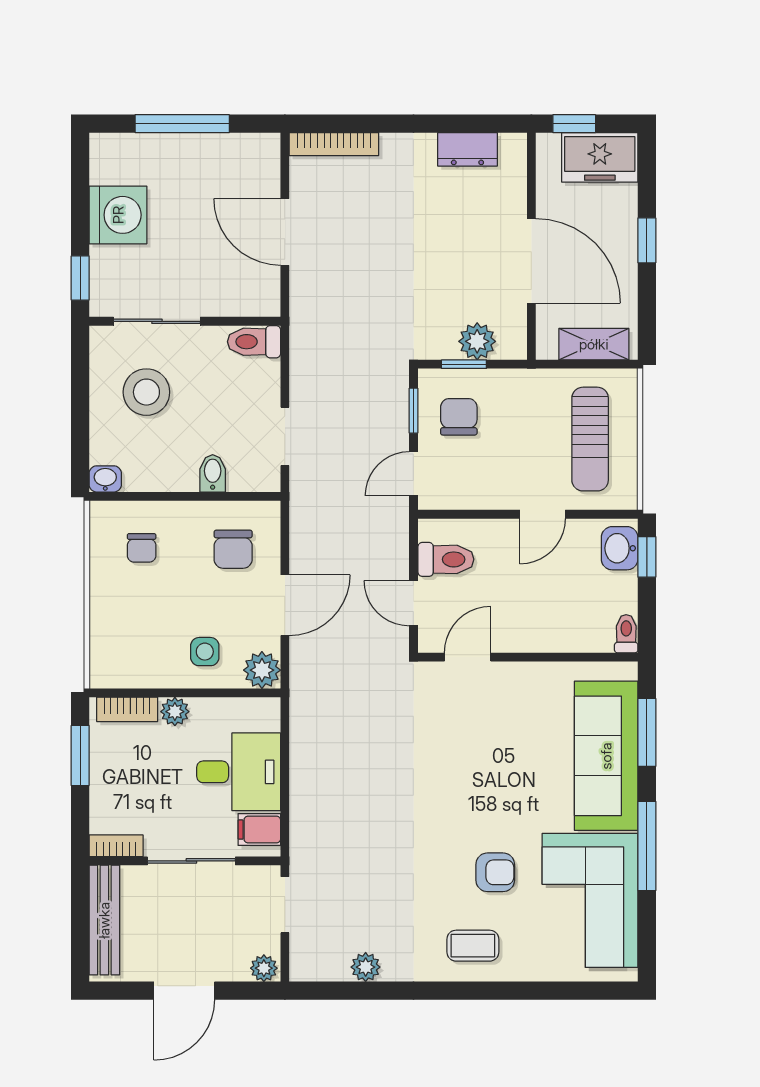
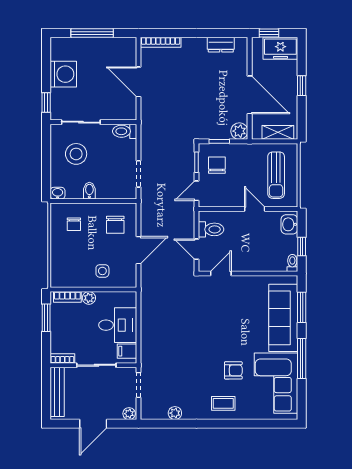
plant: (477, 341) -> (239, 131), moved
bidet: (213, 473) -> (89, 191), moved
door: (543, 514) -> (255, 209), swing flipped
window: (647, 557) -> (302, 247), moved
plant: (262, 670) -> (128, 279), removed

